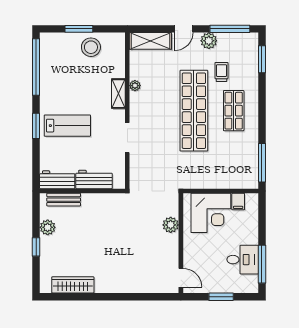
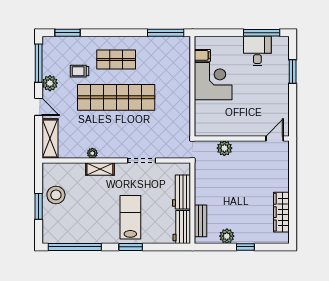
plant: (171, 225) -> (224, 148), moved
wall: (181, 243) -> (242, 138), moved
door: (181, 278) -> (275, 138), moved

